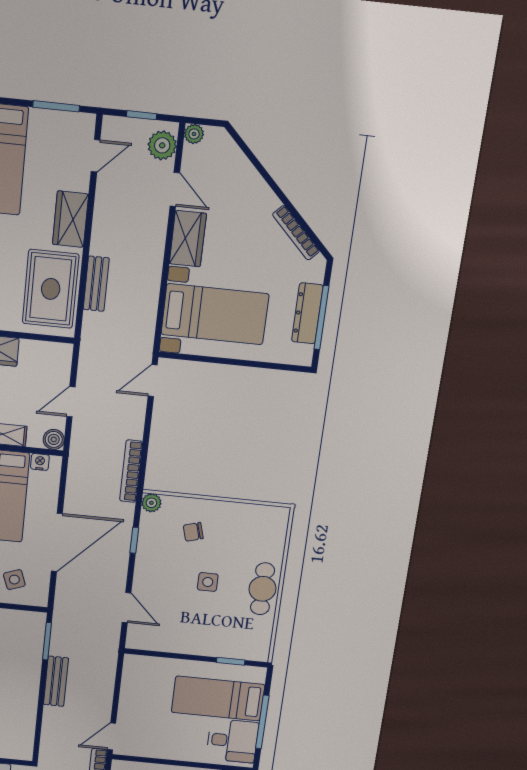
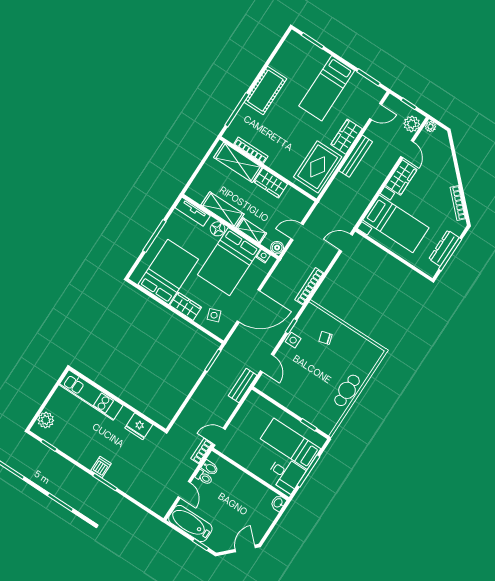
bench: (96, 284) -> (356, 156), moved, width x1.36
plant: (151, 503) -> (311, 310), removed
side table: (208, 582) -> (293, 340), moved
bench: (56, 681) -> (243, 385), moved

